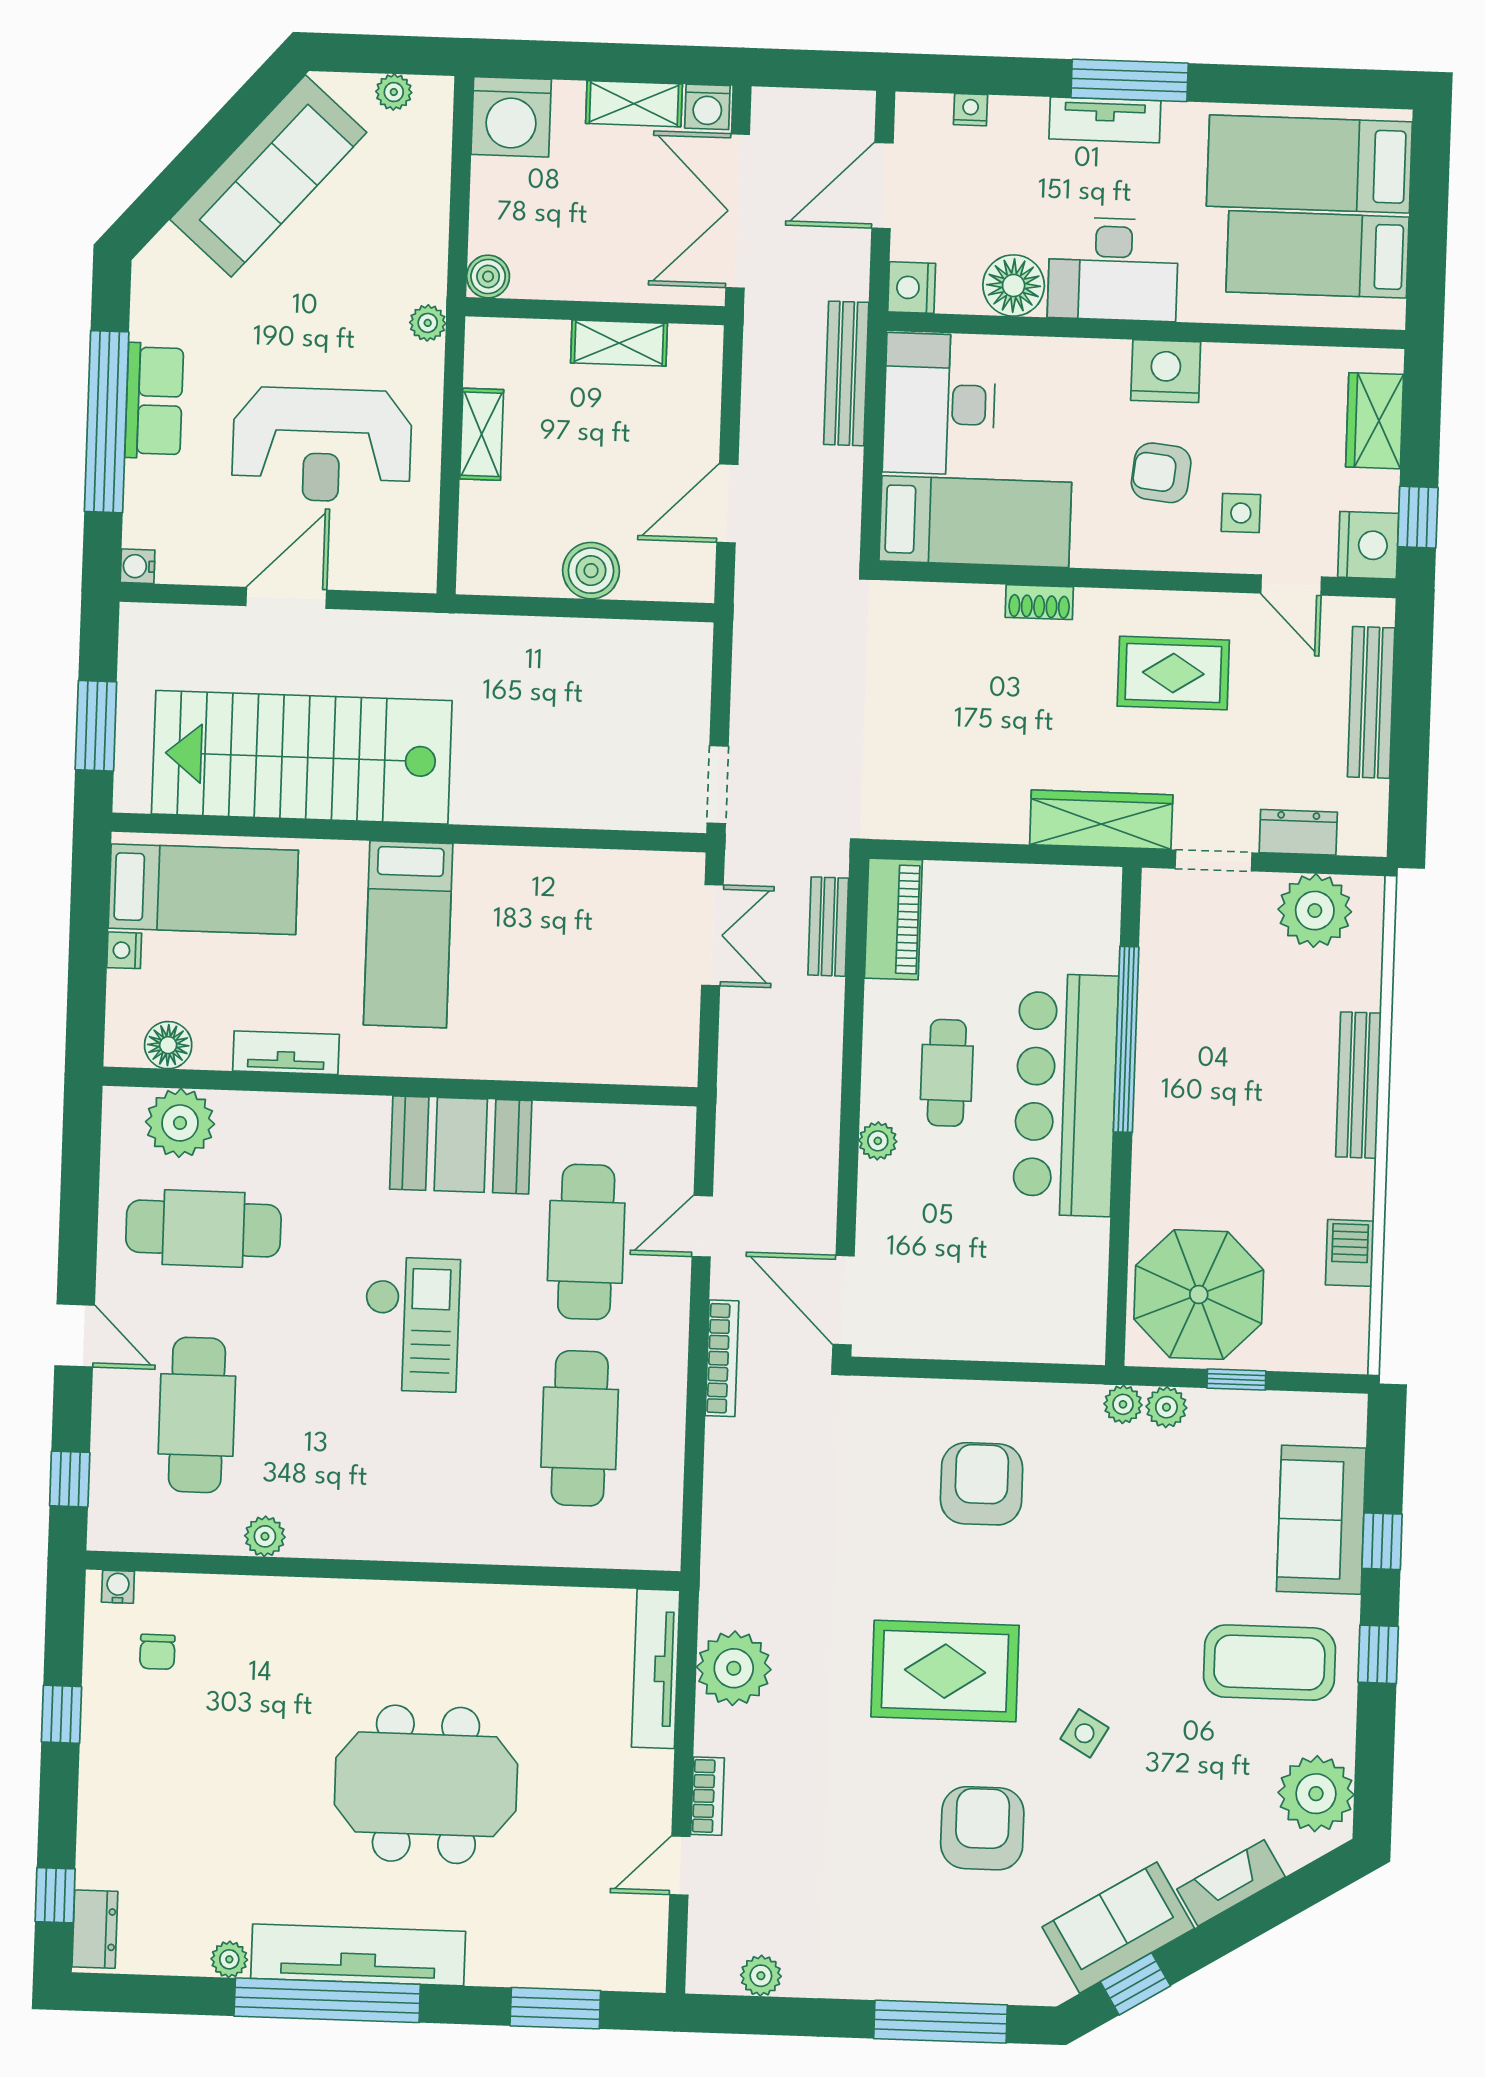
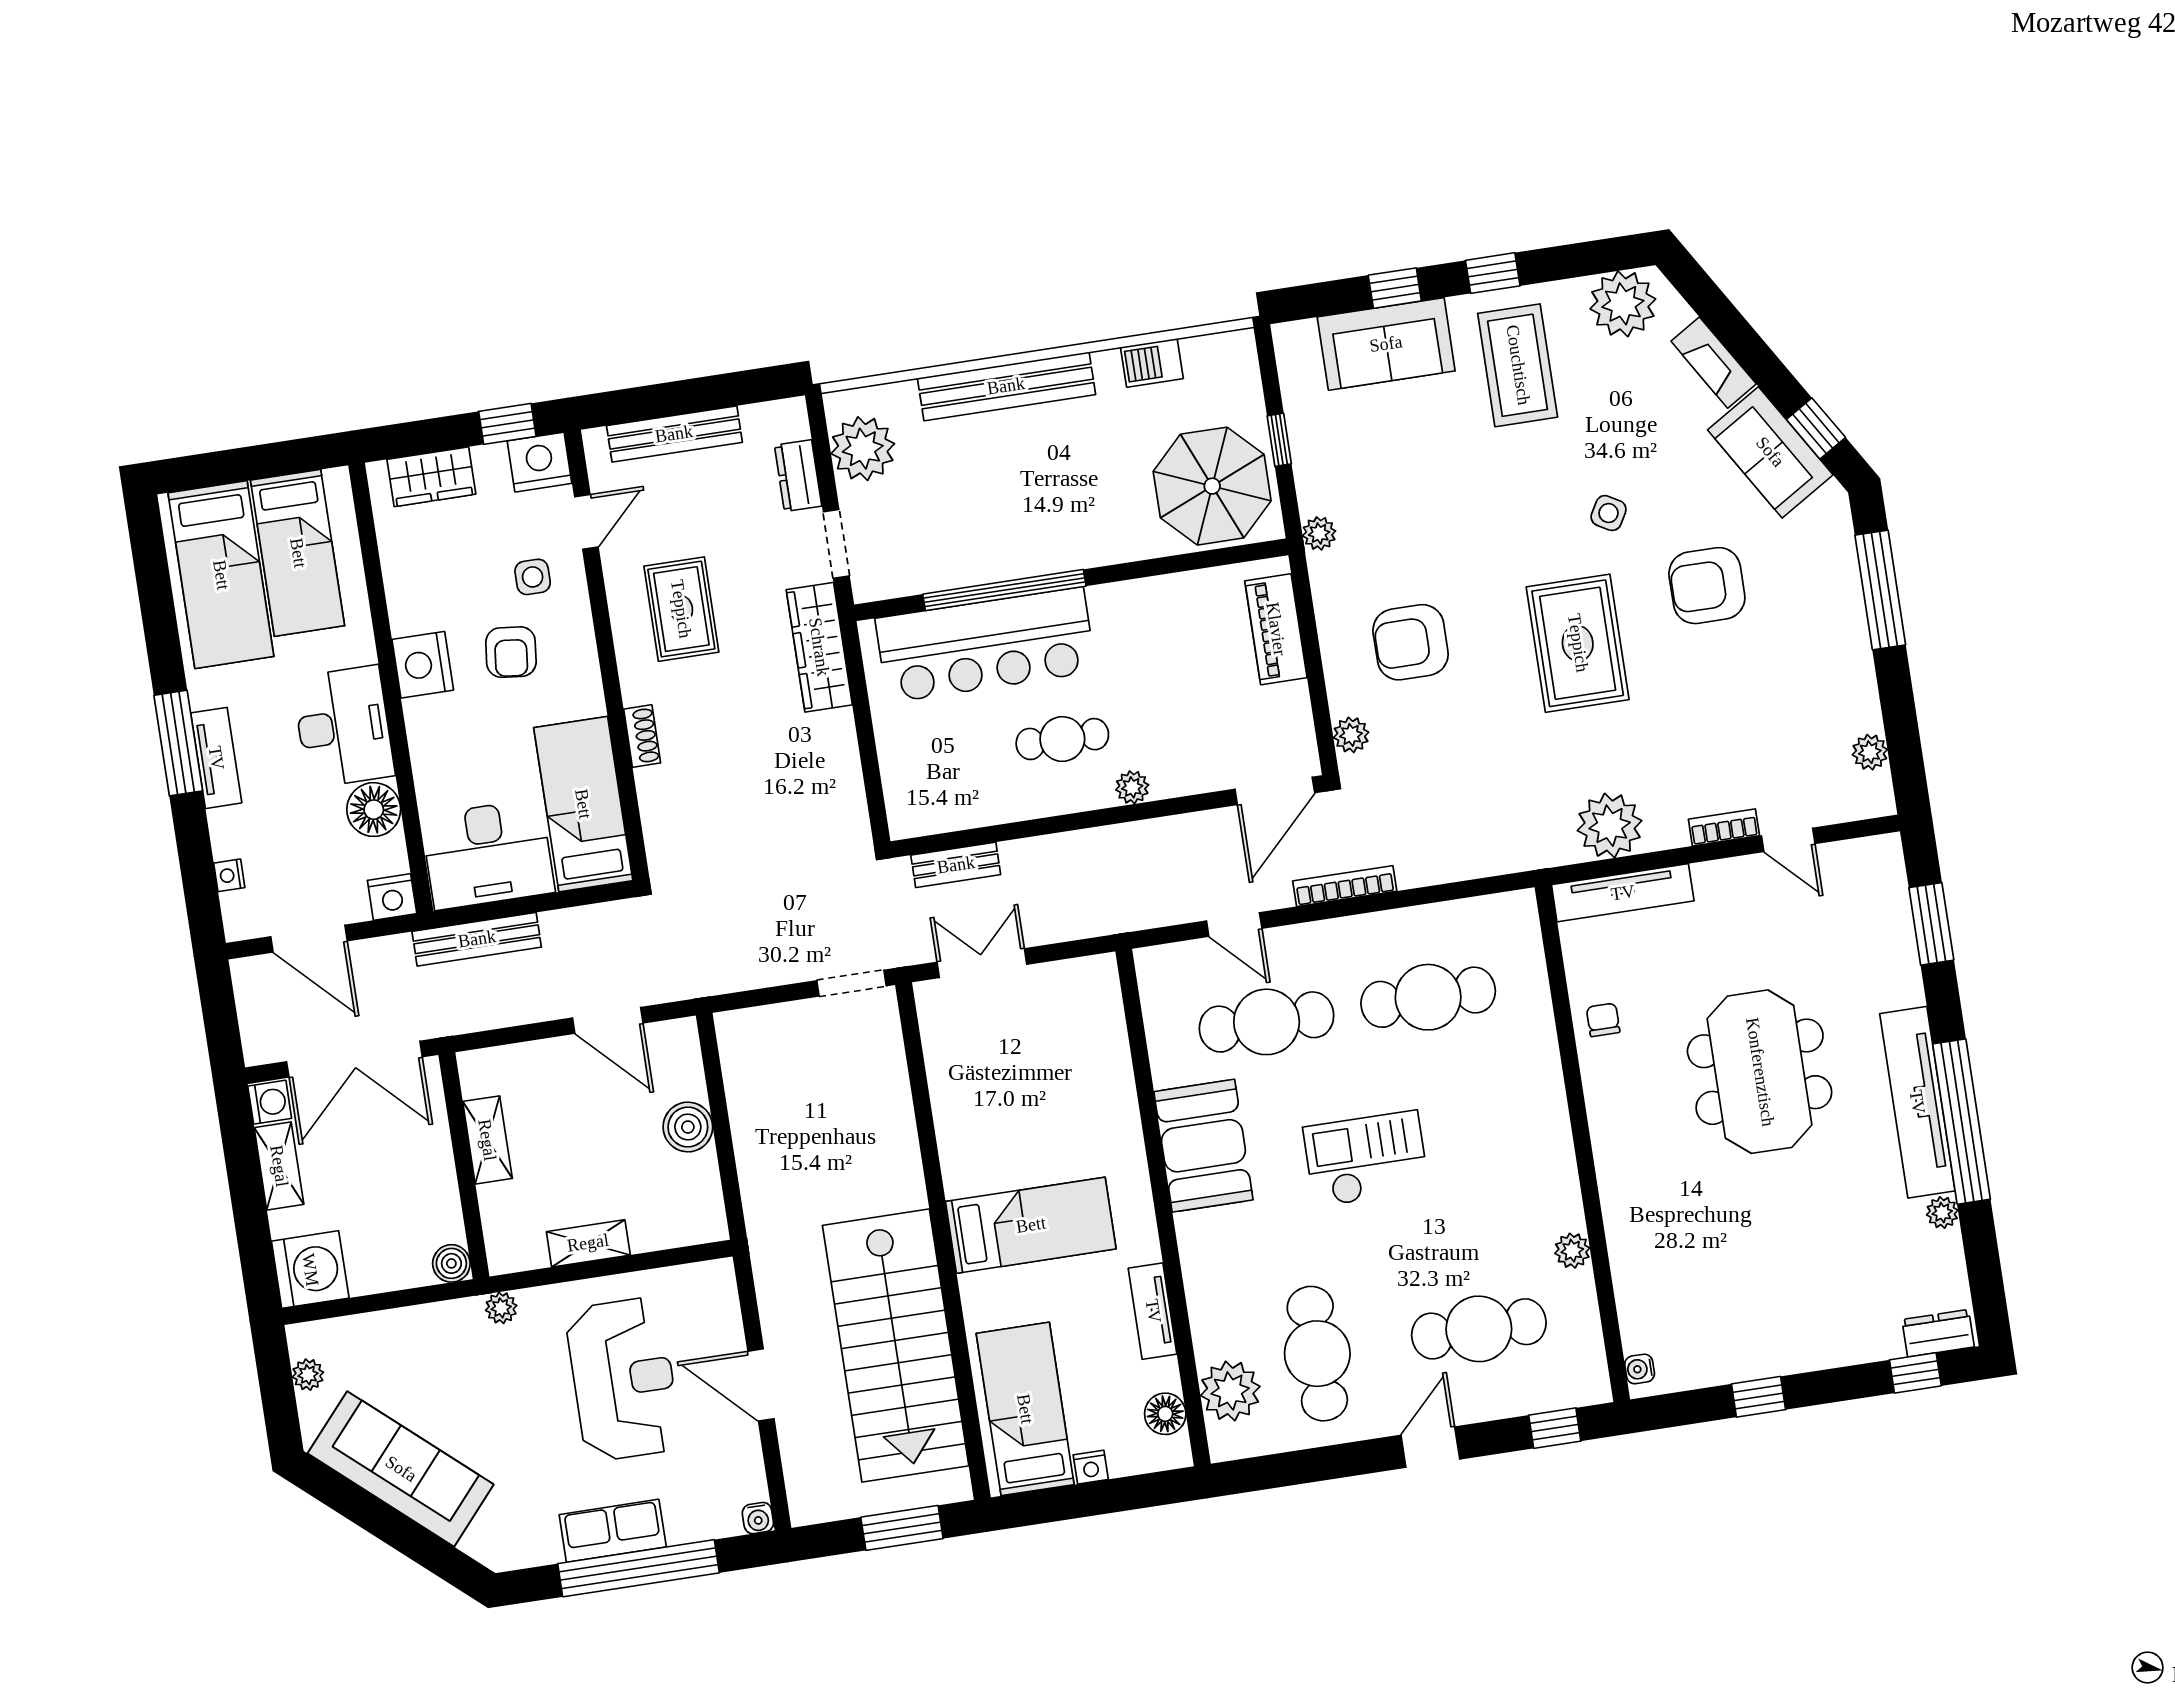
piano: (893, 919) -> (1276, 629), moved, turned -90
bench: (1358, 1085) -> (1006, 386), width x1.37, depth x1.21
bar counter: (1066, 1095) -> (985, 645), moved
plant: (1166, 1407) -> (1351, 735), moved
chair: (157, 1652) -> (1603, 1020), moved, turned -90

